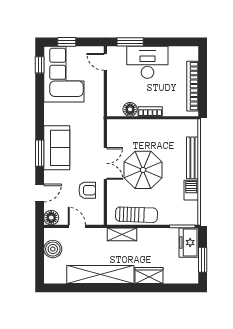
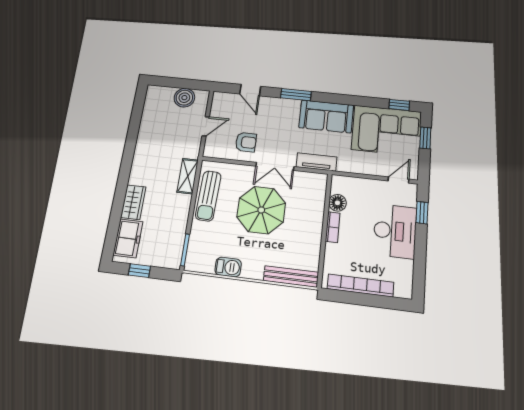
window: (130, 42) -> (422, 213), width x0.67
tv unit: (98, 129) -> (317, 162), added
sofa: (57, 148) -> (326, 116), moved
bench: (192, 158) -> (291, 277), moved
armchair: (87, 190) -> (246, 142), turned -90
floor lamp: (51, 218) -> (220, 100), removed
freezer: (189, 243) -> (128, 238), moved, turned 90
window: (203, 260) -> (139, 271), width x0.67
shelving: (100, 274) -> (146, 146), removed

